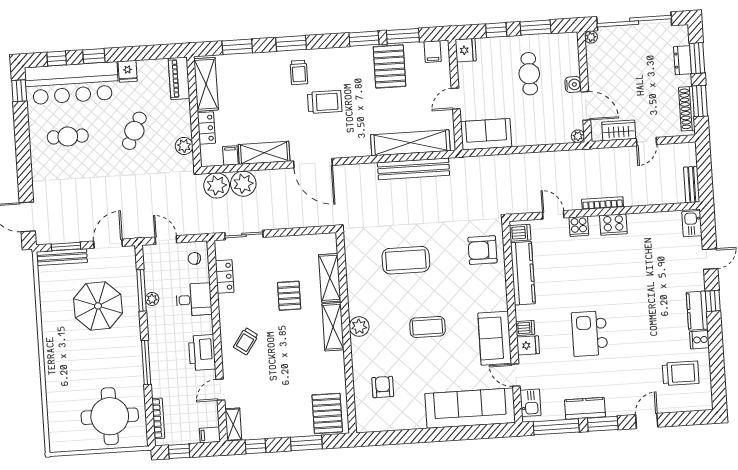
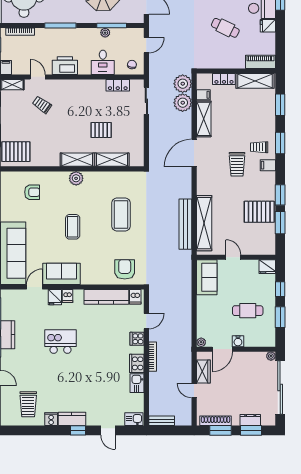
filing cabinet: (433, 52) -> (268, 165), moved
plant: (184, 146) -> (212, 62), removed
trolley: (246, 341) -> (42, 105), moved
kitchen sink: (530, 403) -> (137, 383), moved, turned 90

